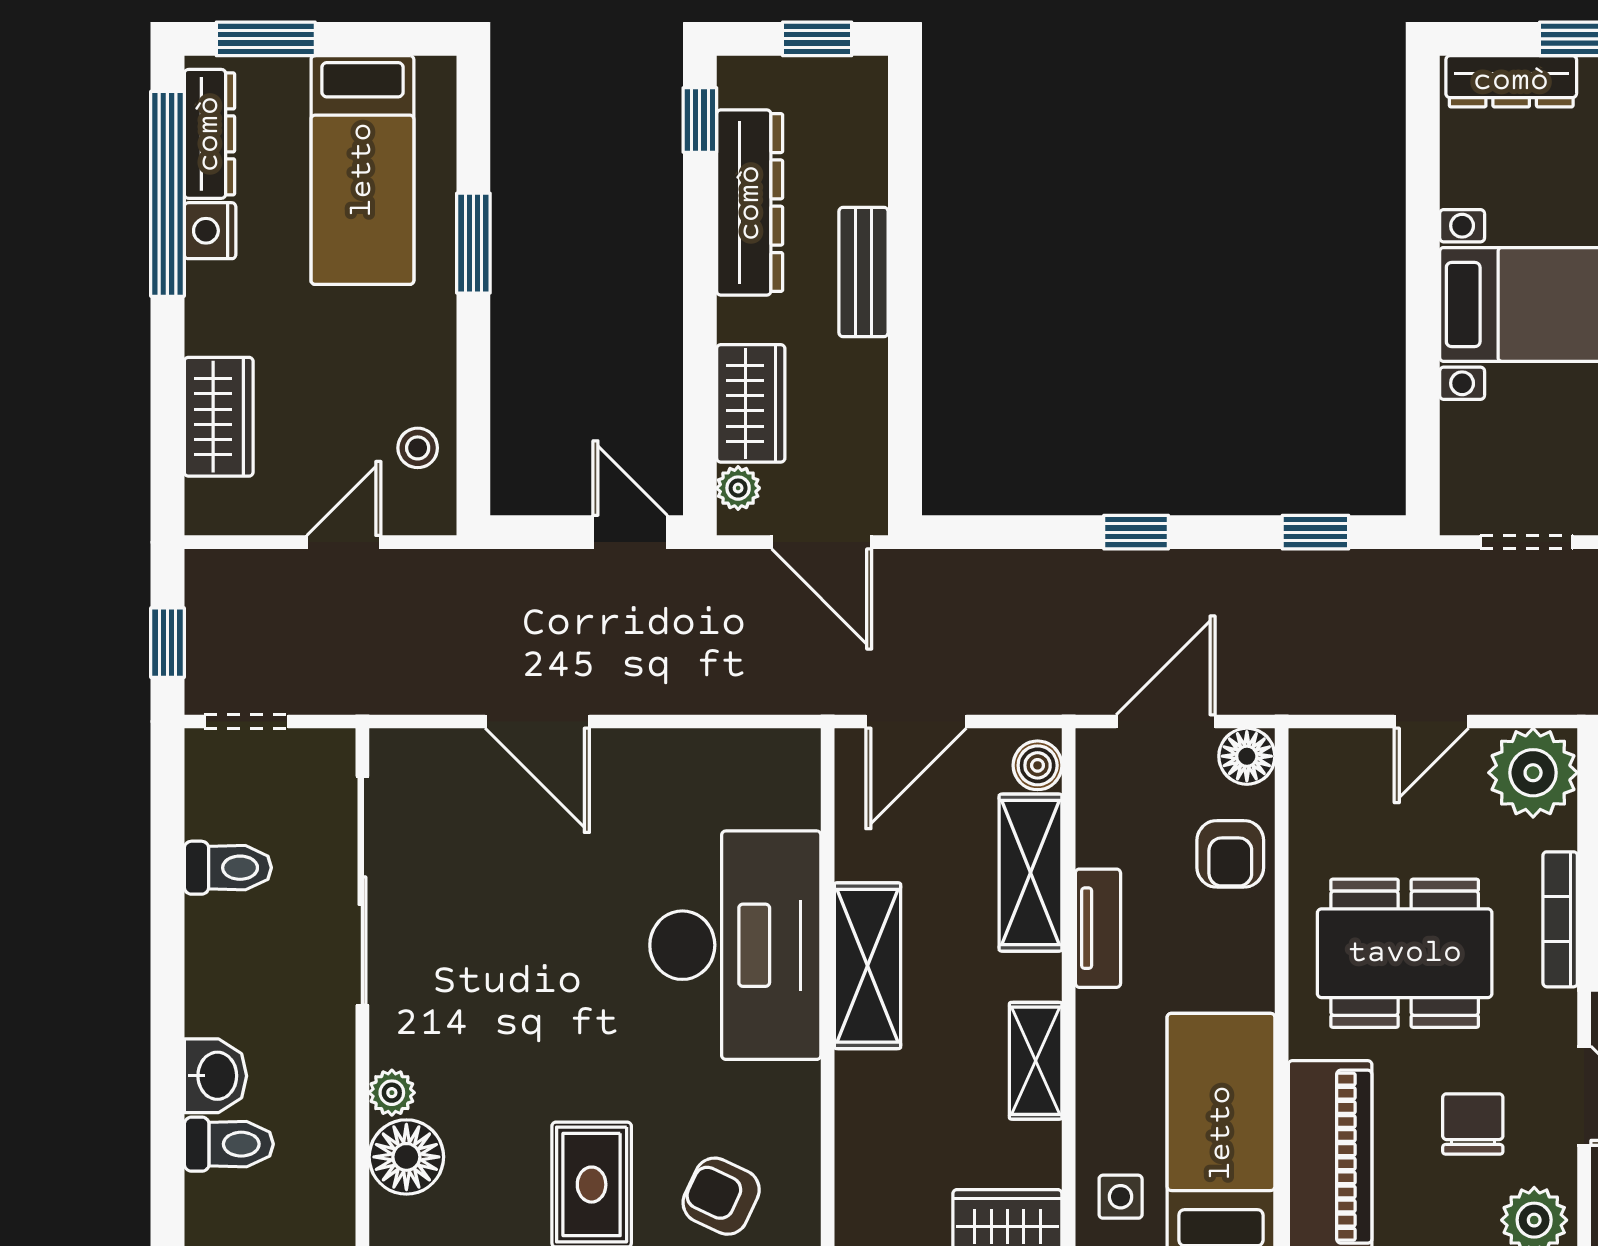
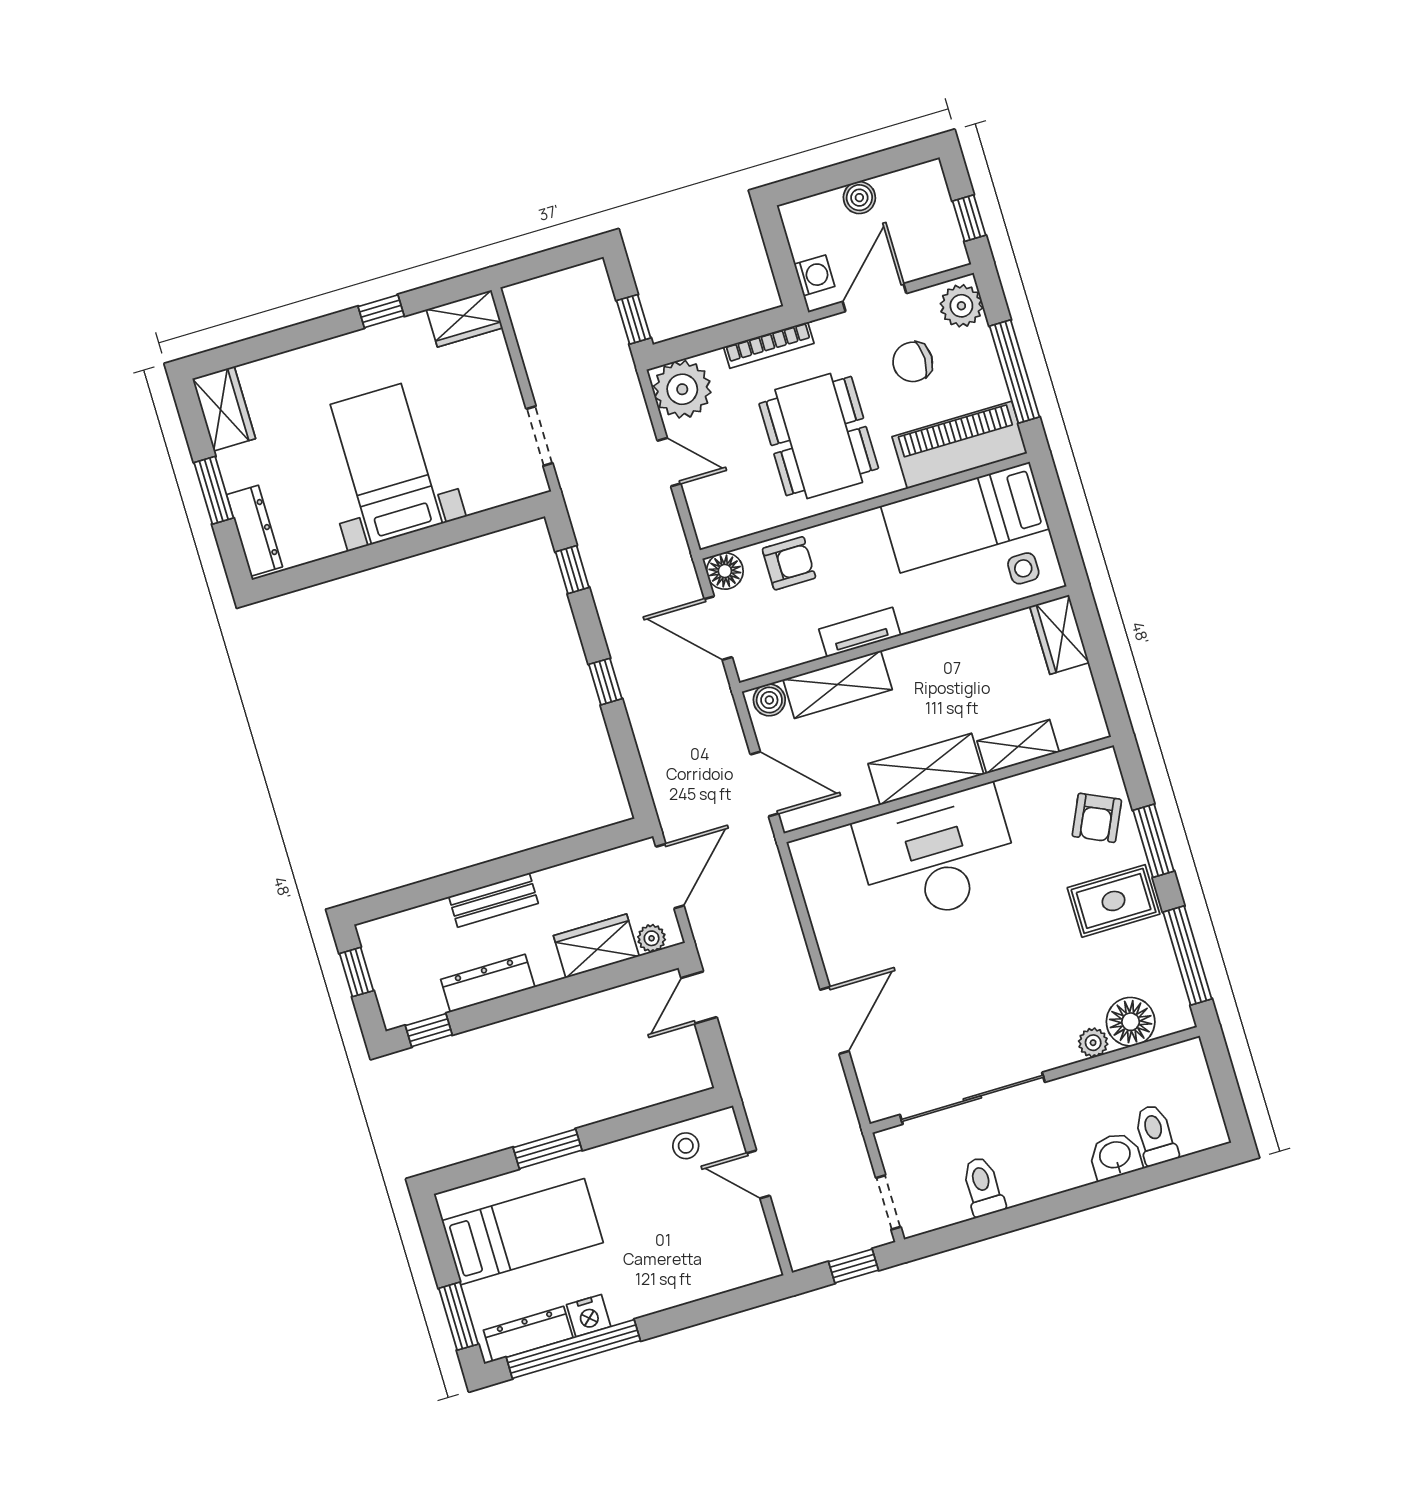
dresser: (750, 203) -> (488, 983), width x0.73, depth x0.80
wardrobe: (219, 417) -> (703, 1276), removed
shelving: (1036, 1061) -> (1018, 746), moved

